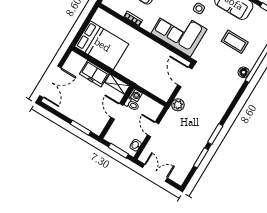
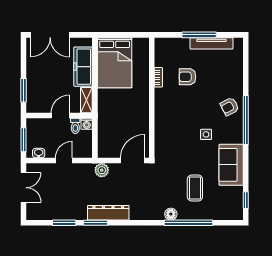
corner sofa: (179, 31) -> (173, 128), removed
freezer: (94, 74) -> (83, 67), width x1.40
dresser: (214, 120) -> (108, 213), added

